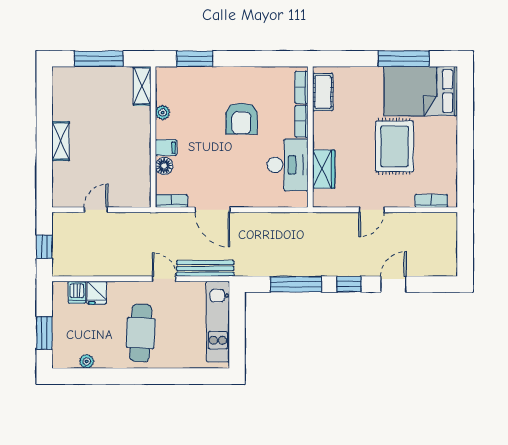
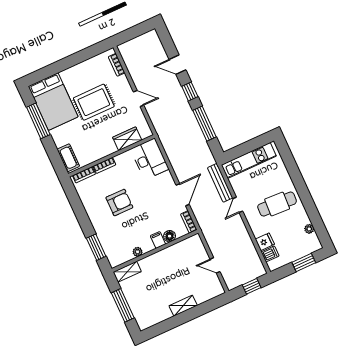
cot: (323, 92) -> (68, 158), moved, turned 90
desk: (287, 165) -> (150, 159), moved, turned 90

